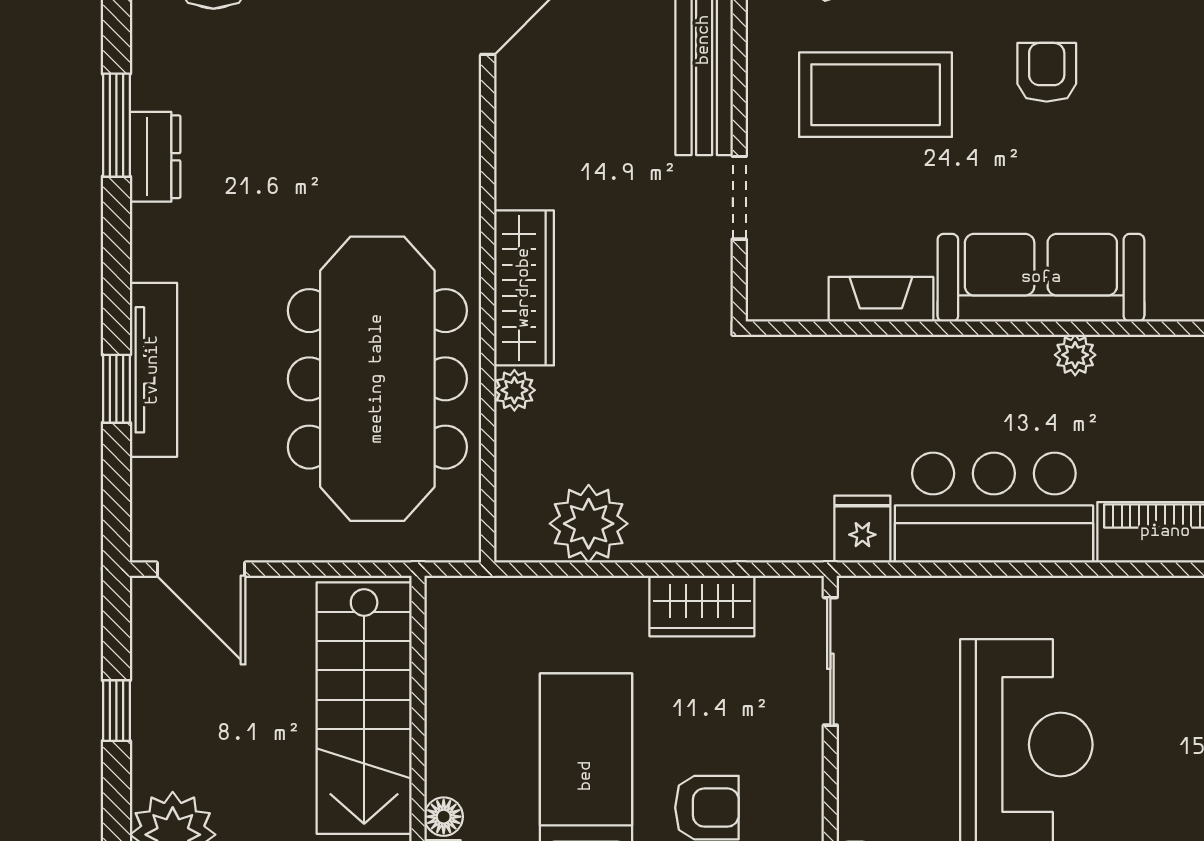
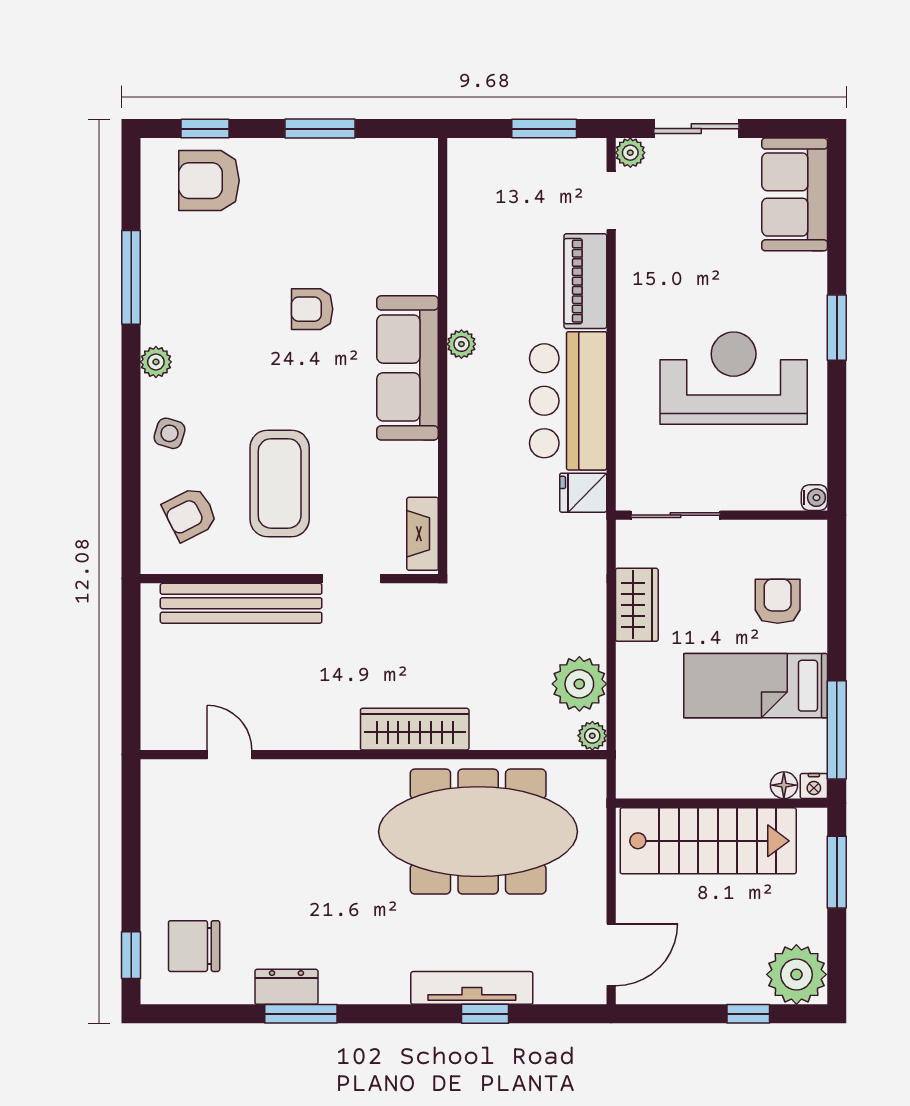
armchair: (1047, 72) -> (312, 309), moved
dresser: (155, 157) -> (286, 987), moved
fireplace: (881, 299) -> (423, 534), moved
plant: (514, 390) -> (592, 736), moved
window: (116, 711) -> (748, 1014), moved

